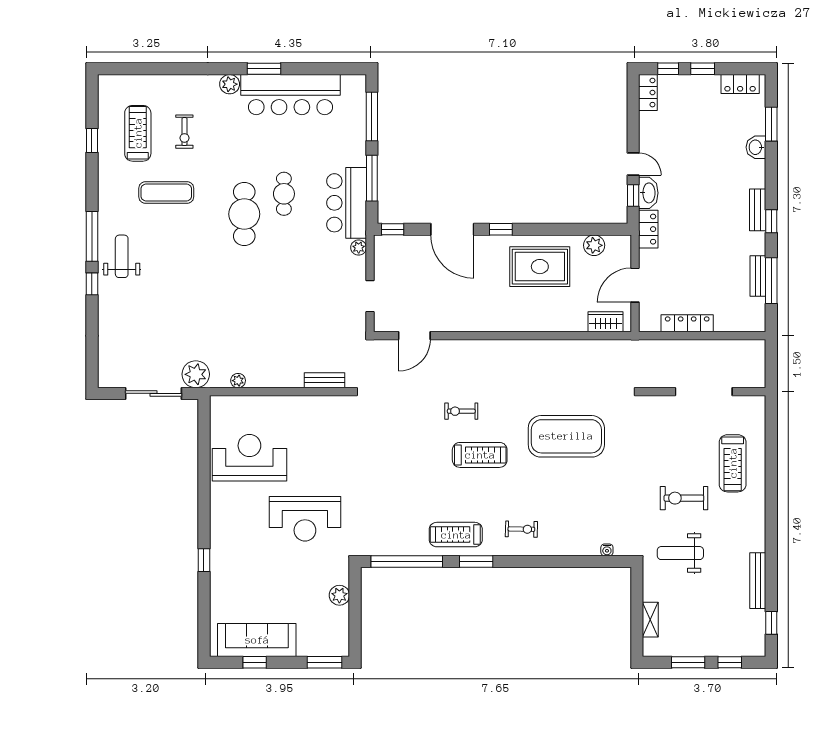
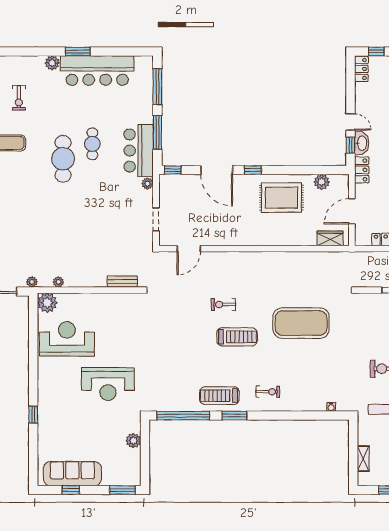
plant: (196, 374) -> (32, 282), width x0.53, depth x0.53
plant: (223, 409) -> (47, 303), added

